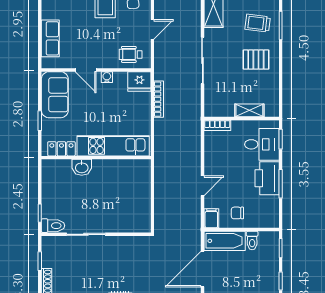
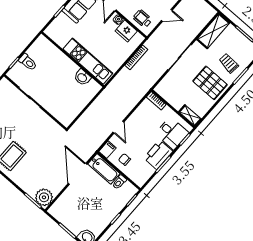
pallet: (256, 60) -> (210, 83), width x1.50, depth x1.42
fridge: (139, 81) -> (126, 31), moved
shelving: (249, 110) -> (190, 115), moved
locker: (61, 149) -> (58, 38), removed
washbasin: (82, 167) -> (82, 77), moved
door: (202, 186) -> (118, 127), hinge flipped
toilet: (53, 226) -> (28, 62), moved
door: (202, 269) -> (78, 174), hinge flipped

